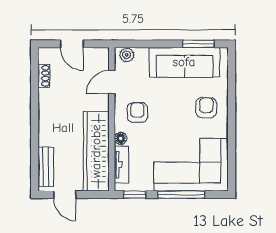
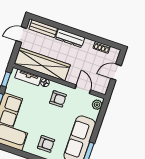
dresser: (46, 125) -> (70, 38), added

